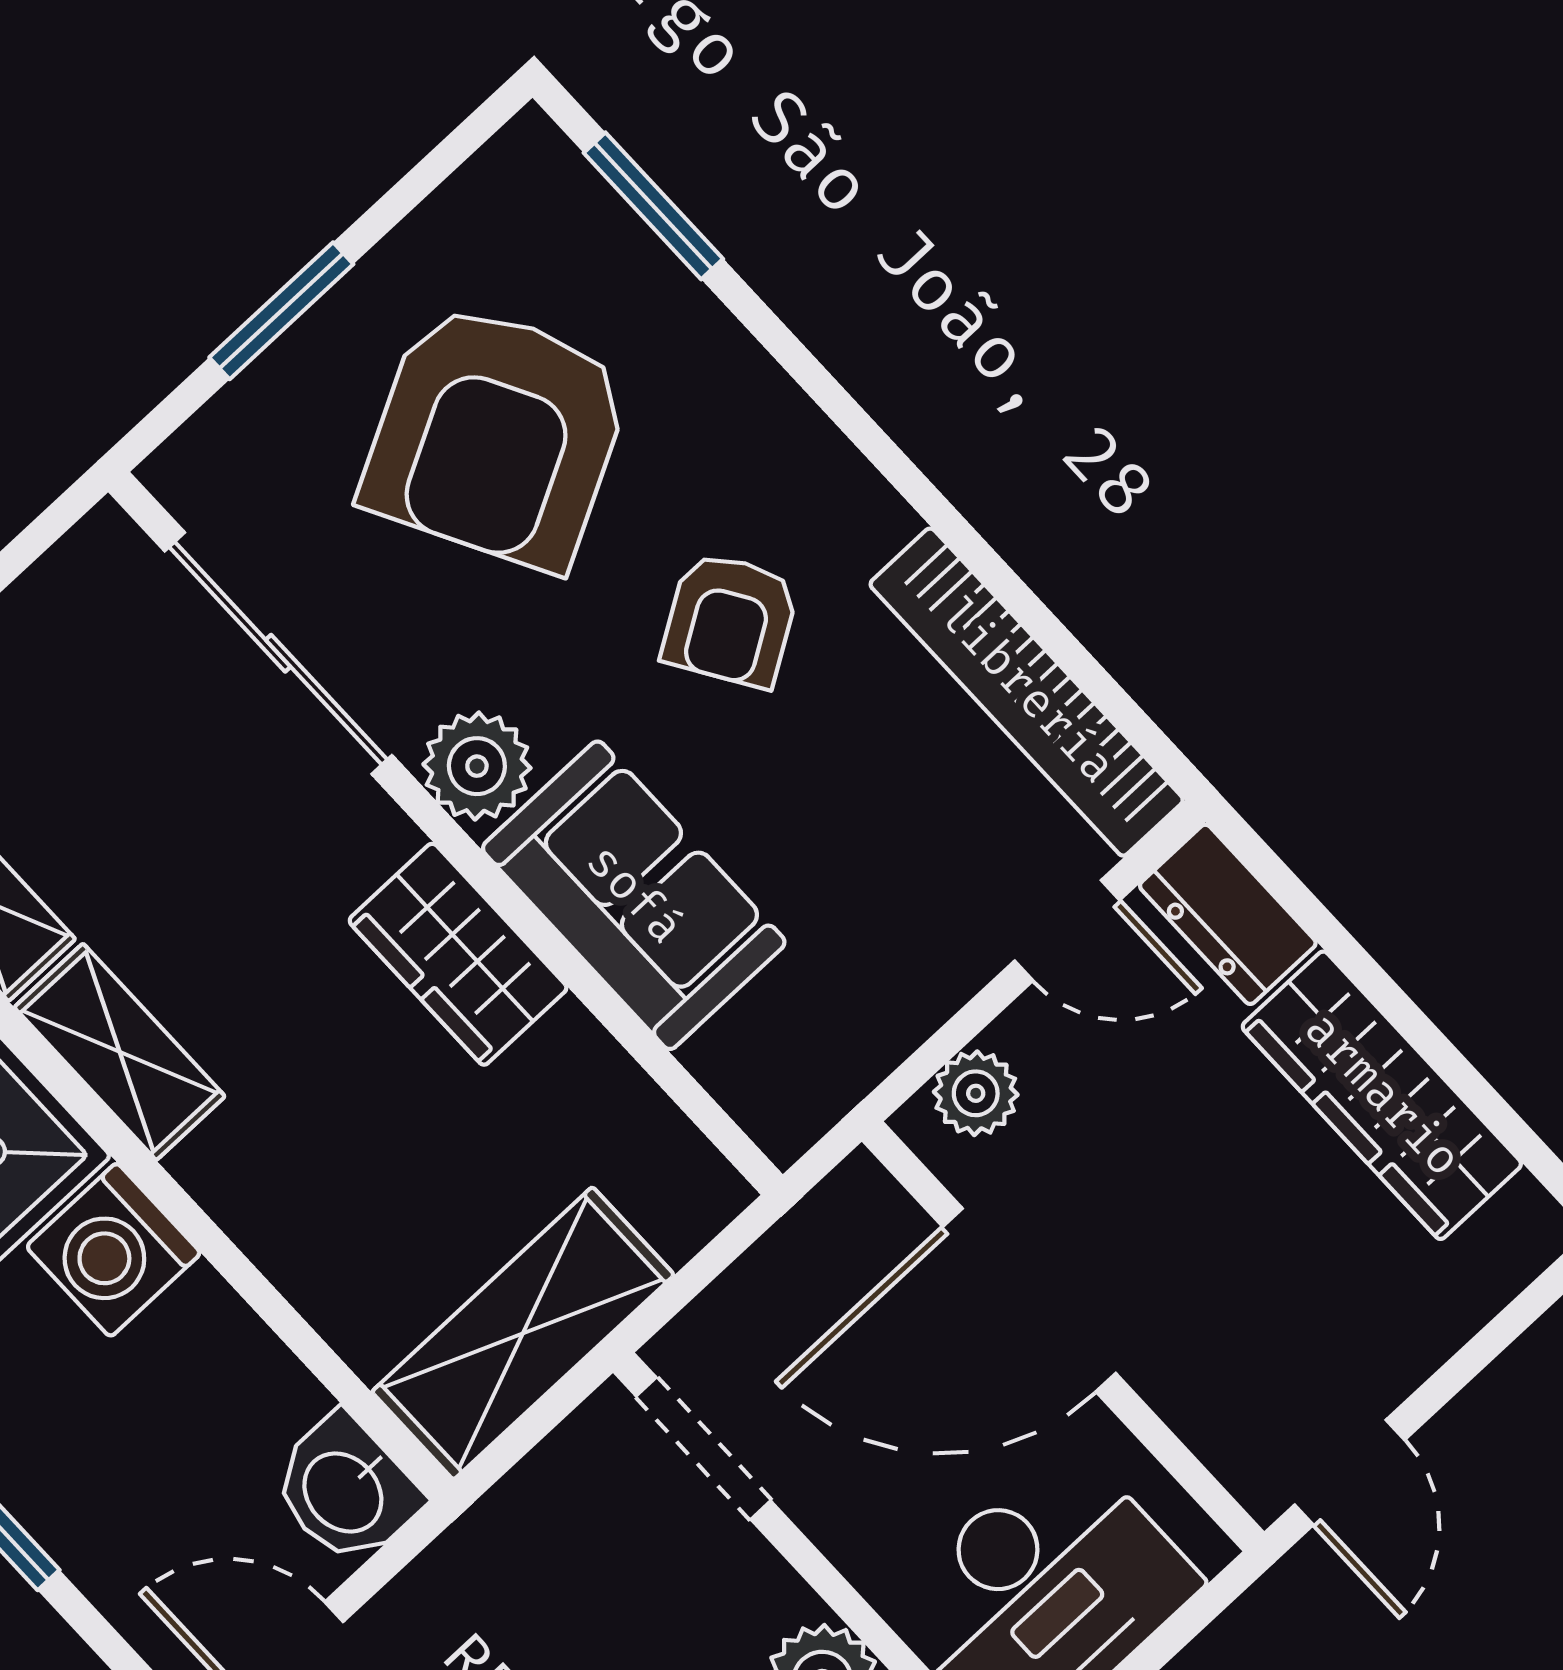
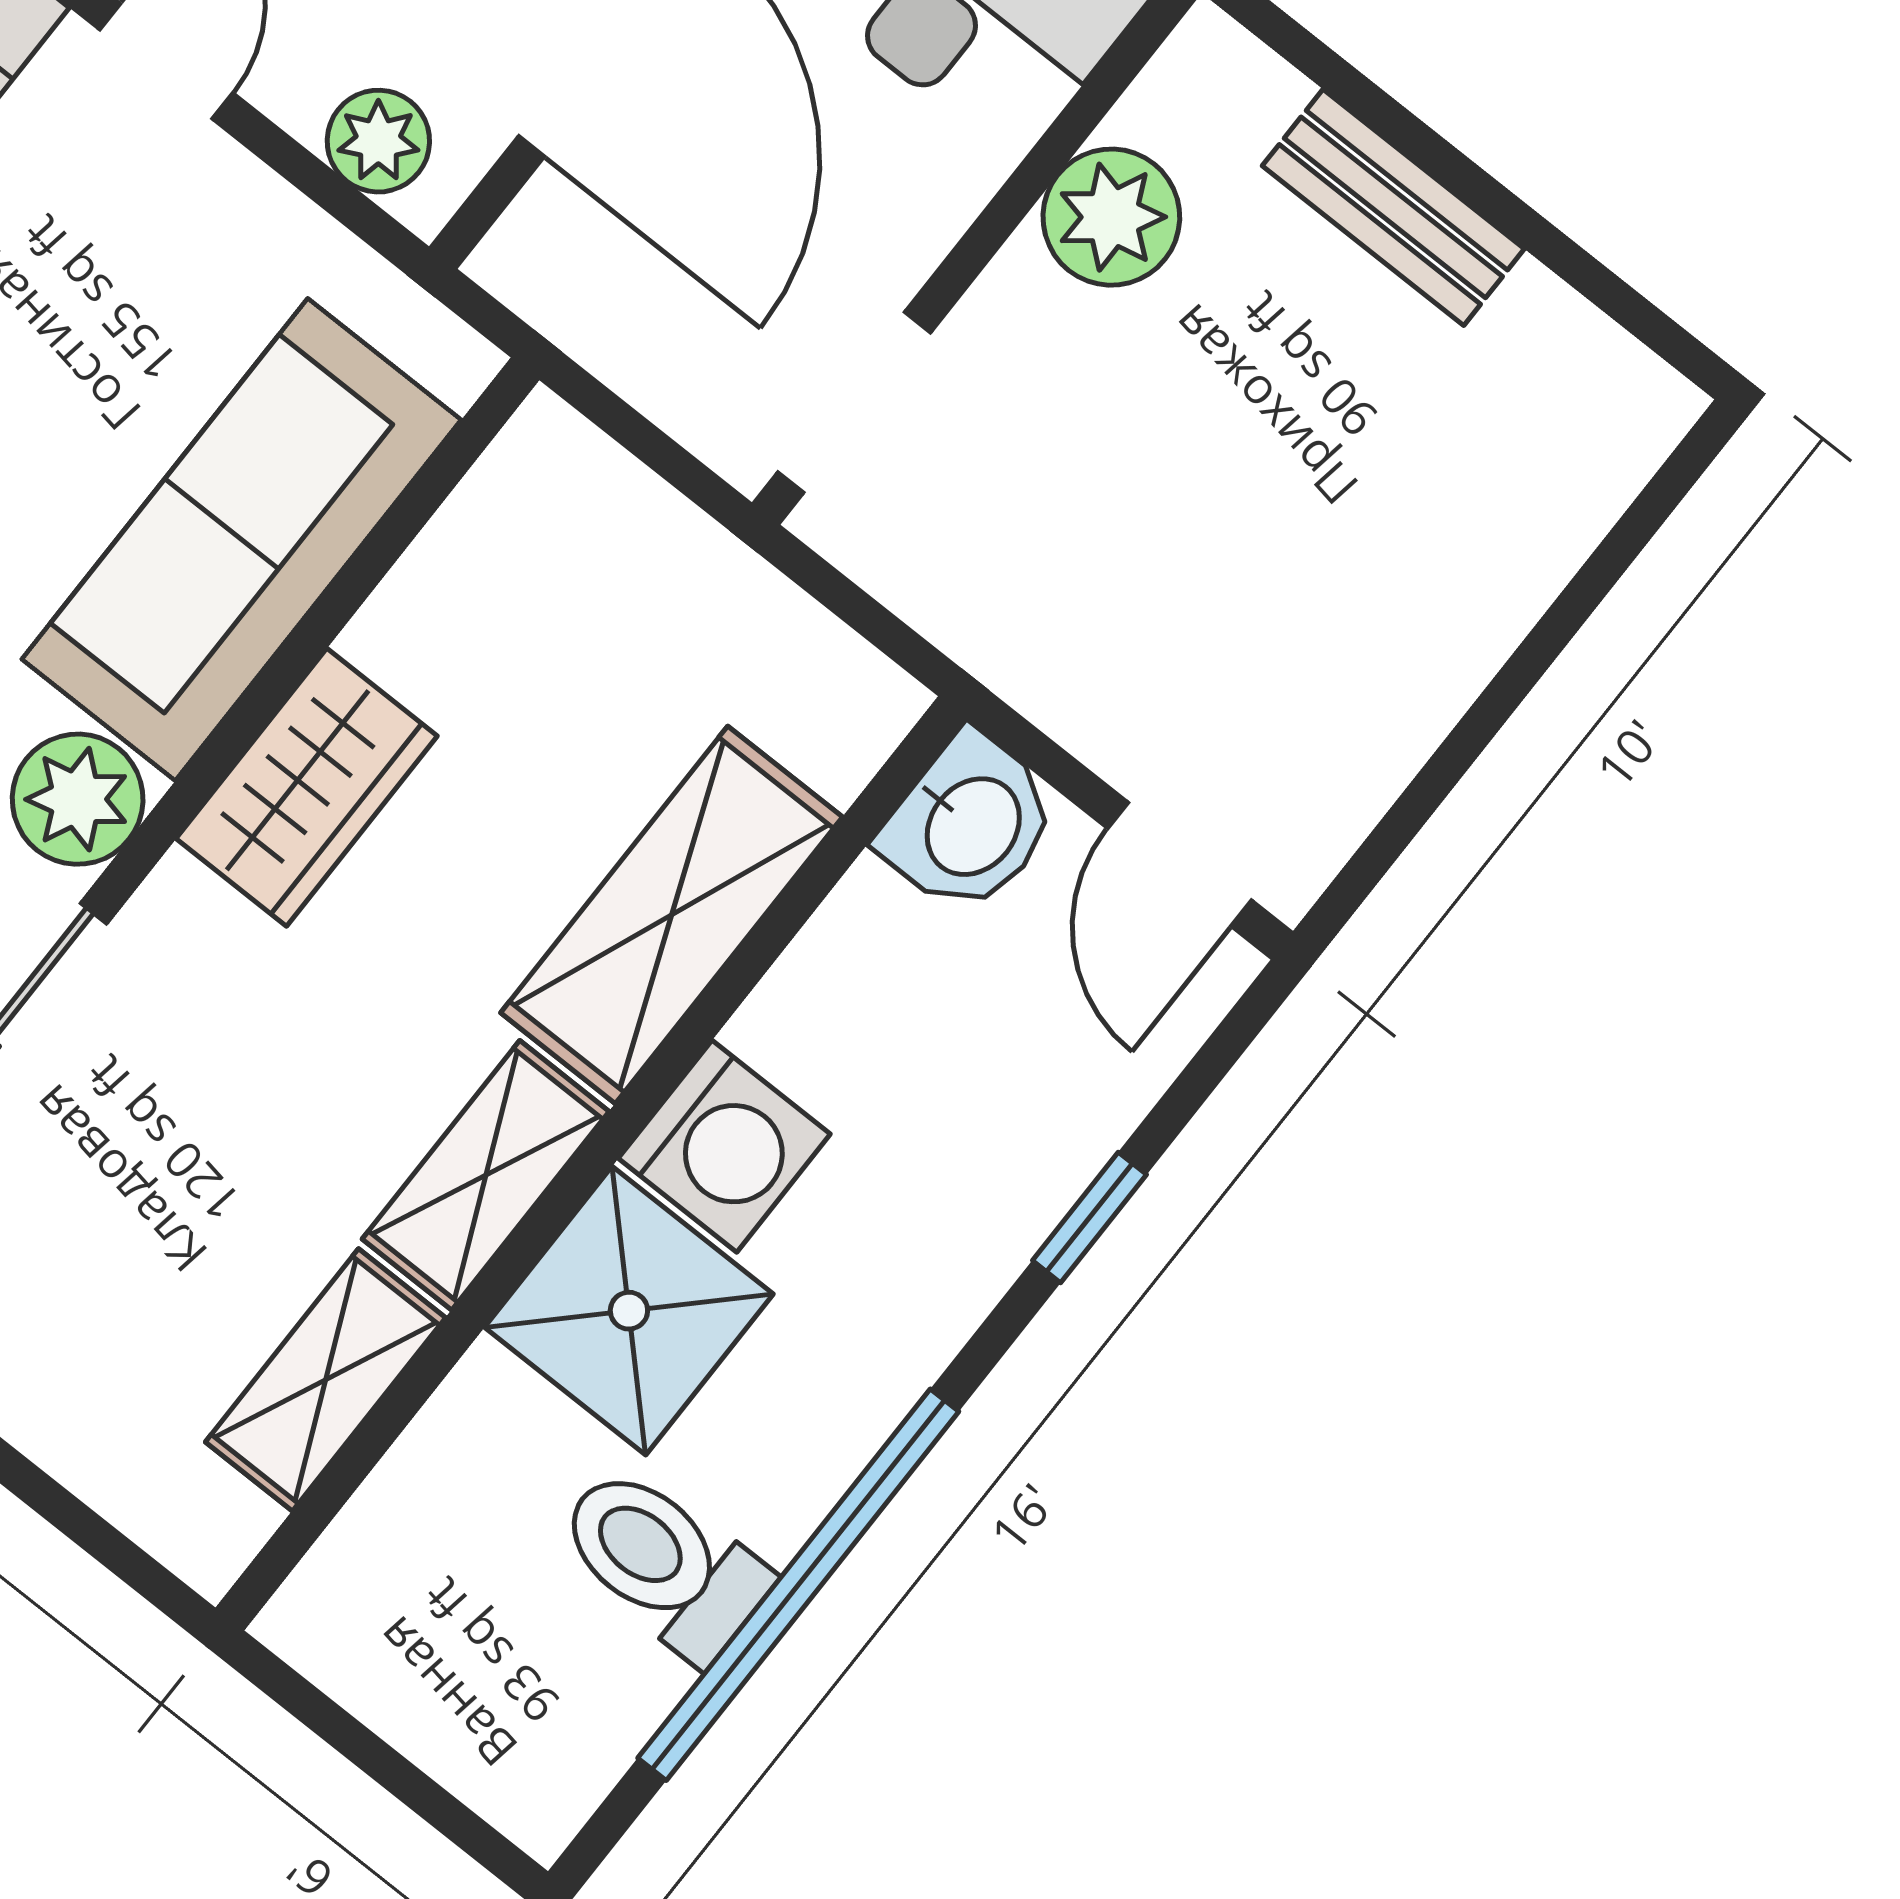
sofa: (634, 895) -> (242, 540), width x1.36
shelving: (523, 1333) -> (672, 915), moved, turned 90

